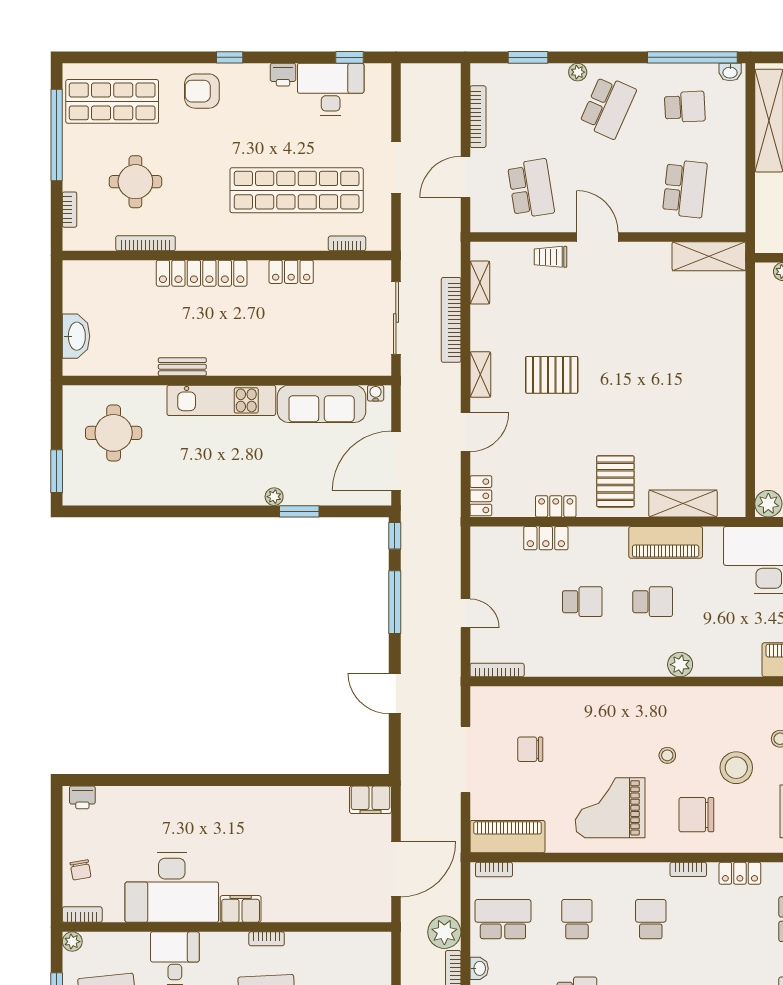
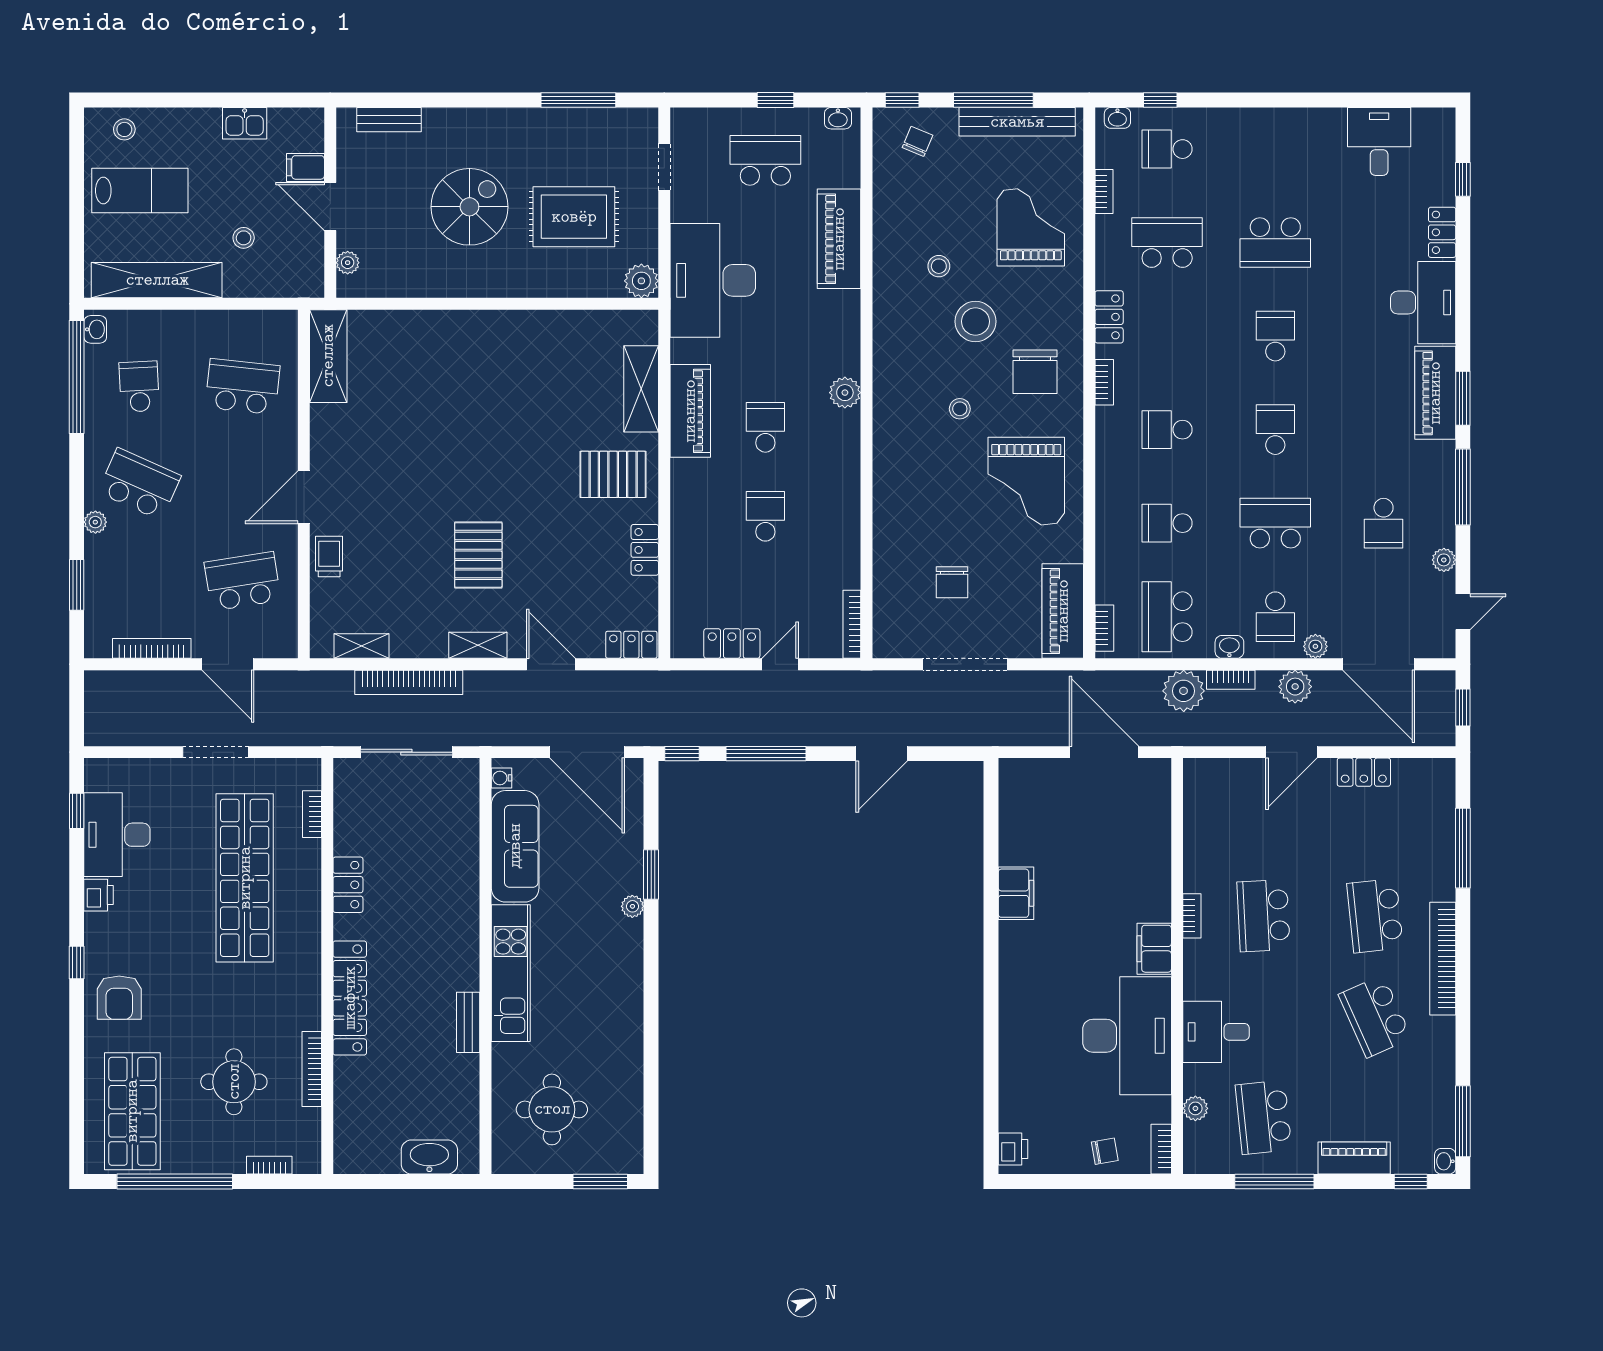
trolley: (550, 257) -> (329, 557), turned 180
locker: (546, 538) -> (732, 643), moved, turned -90
filing cabinet: (370, 800) -> (1016, 893), moved
plant: (72, 942) -> (1195, 1108), moved

